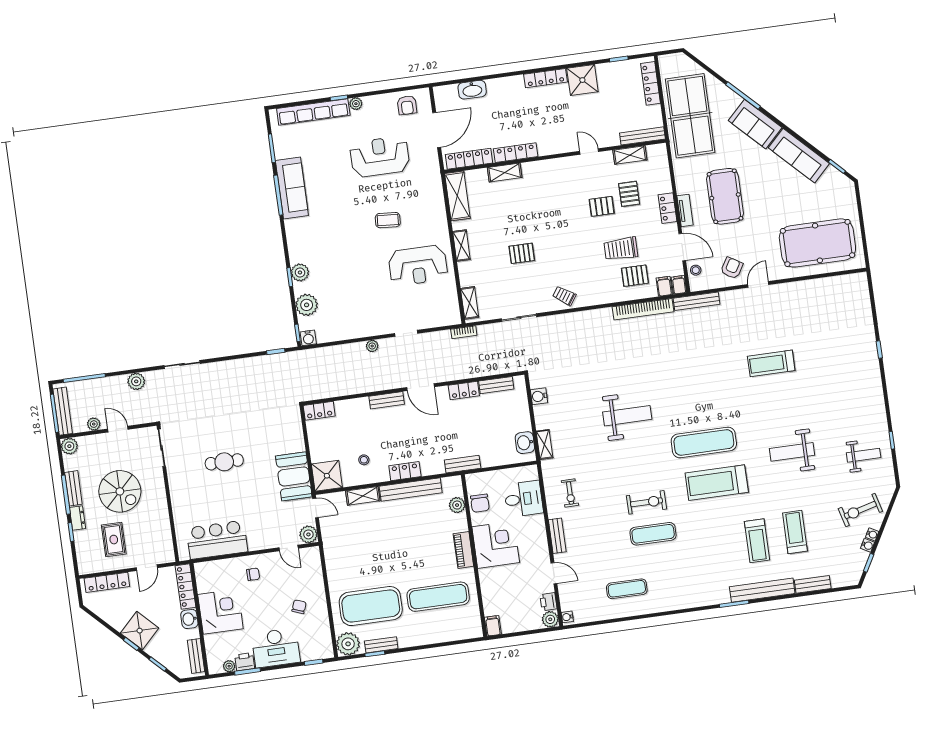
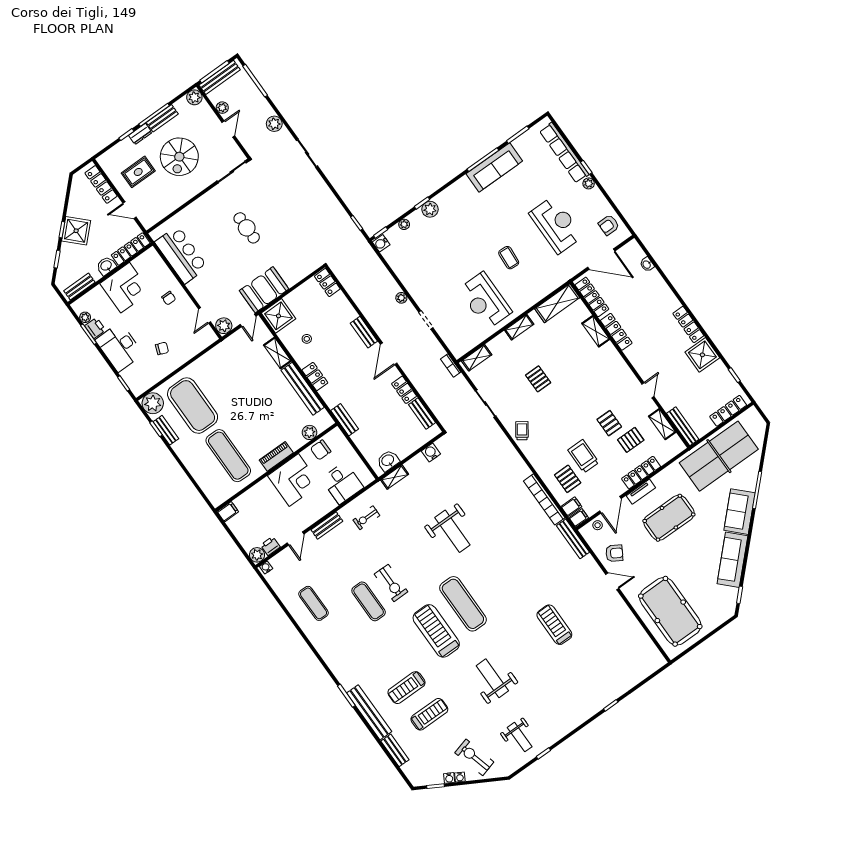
washbasin: (472, 90) -> (647, 264), width x0.52, depth x0.69
locker: (668, 208) -> (641, 473), width x1.53
plant: (307, 305) -> (404, 224), width x0.53, depth x0.53

